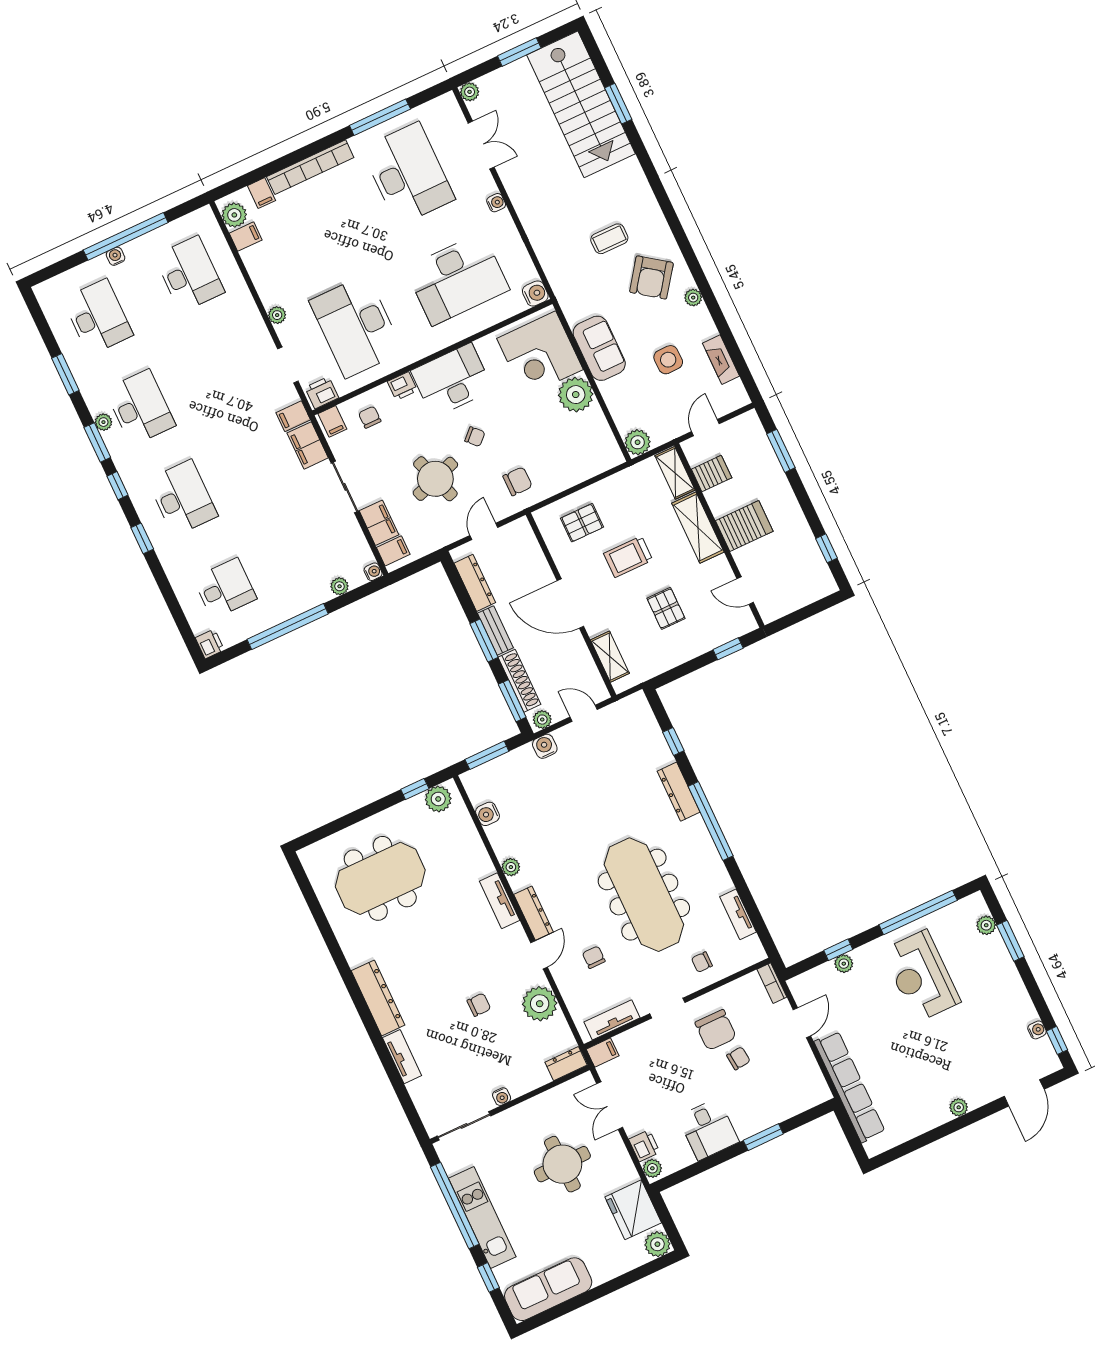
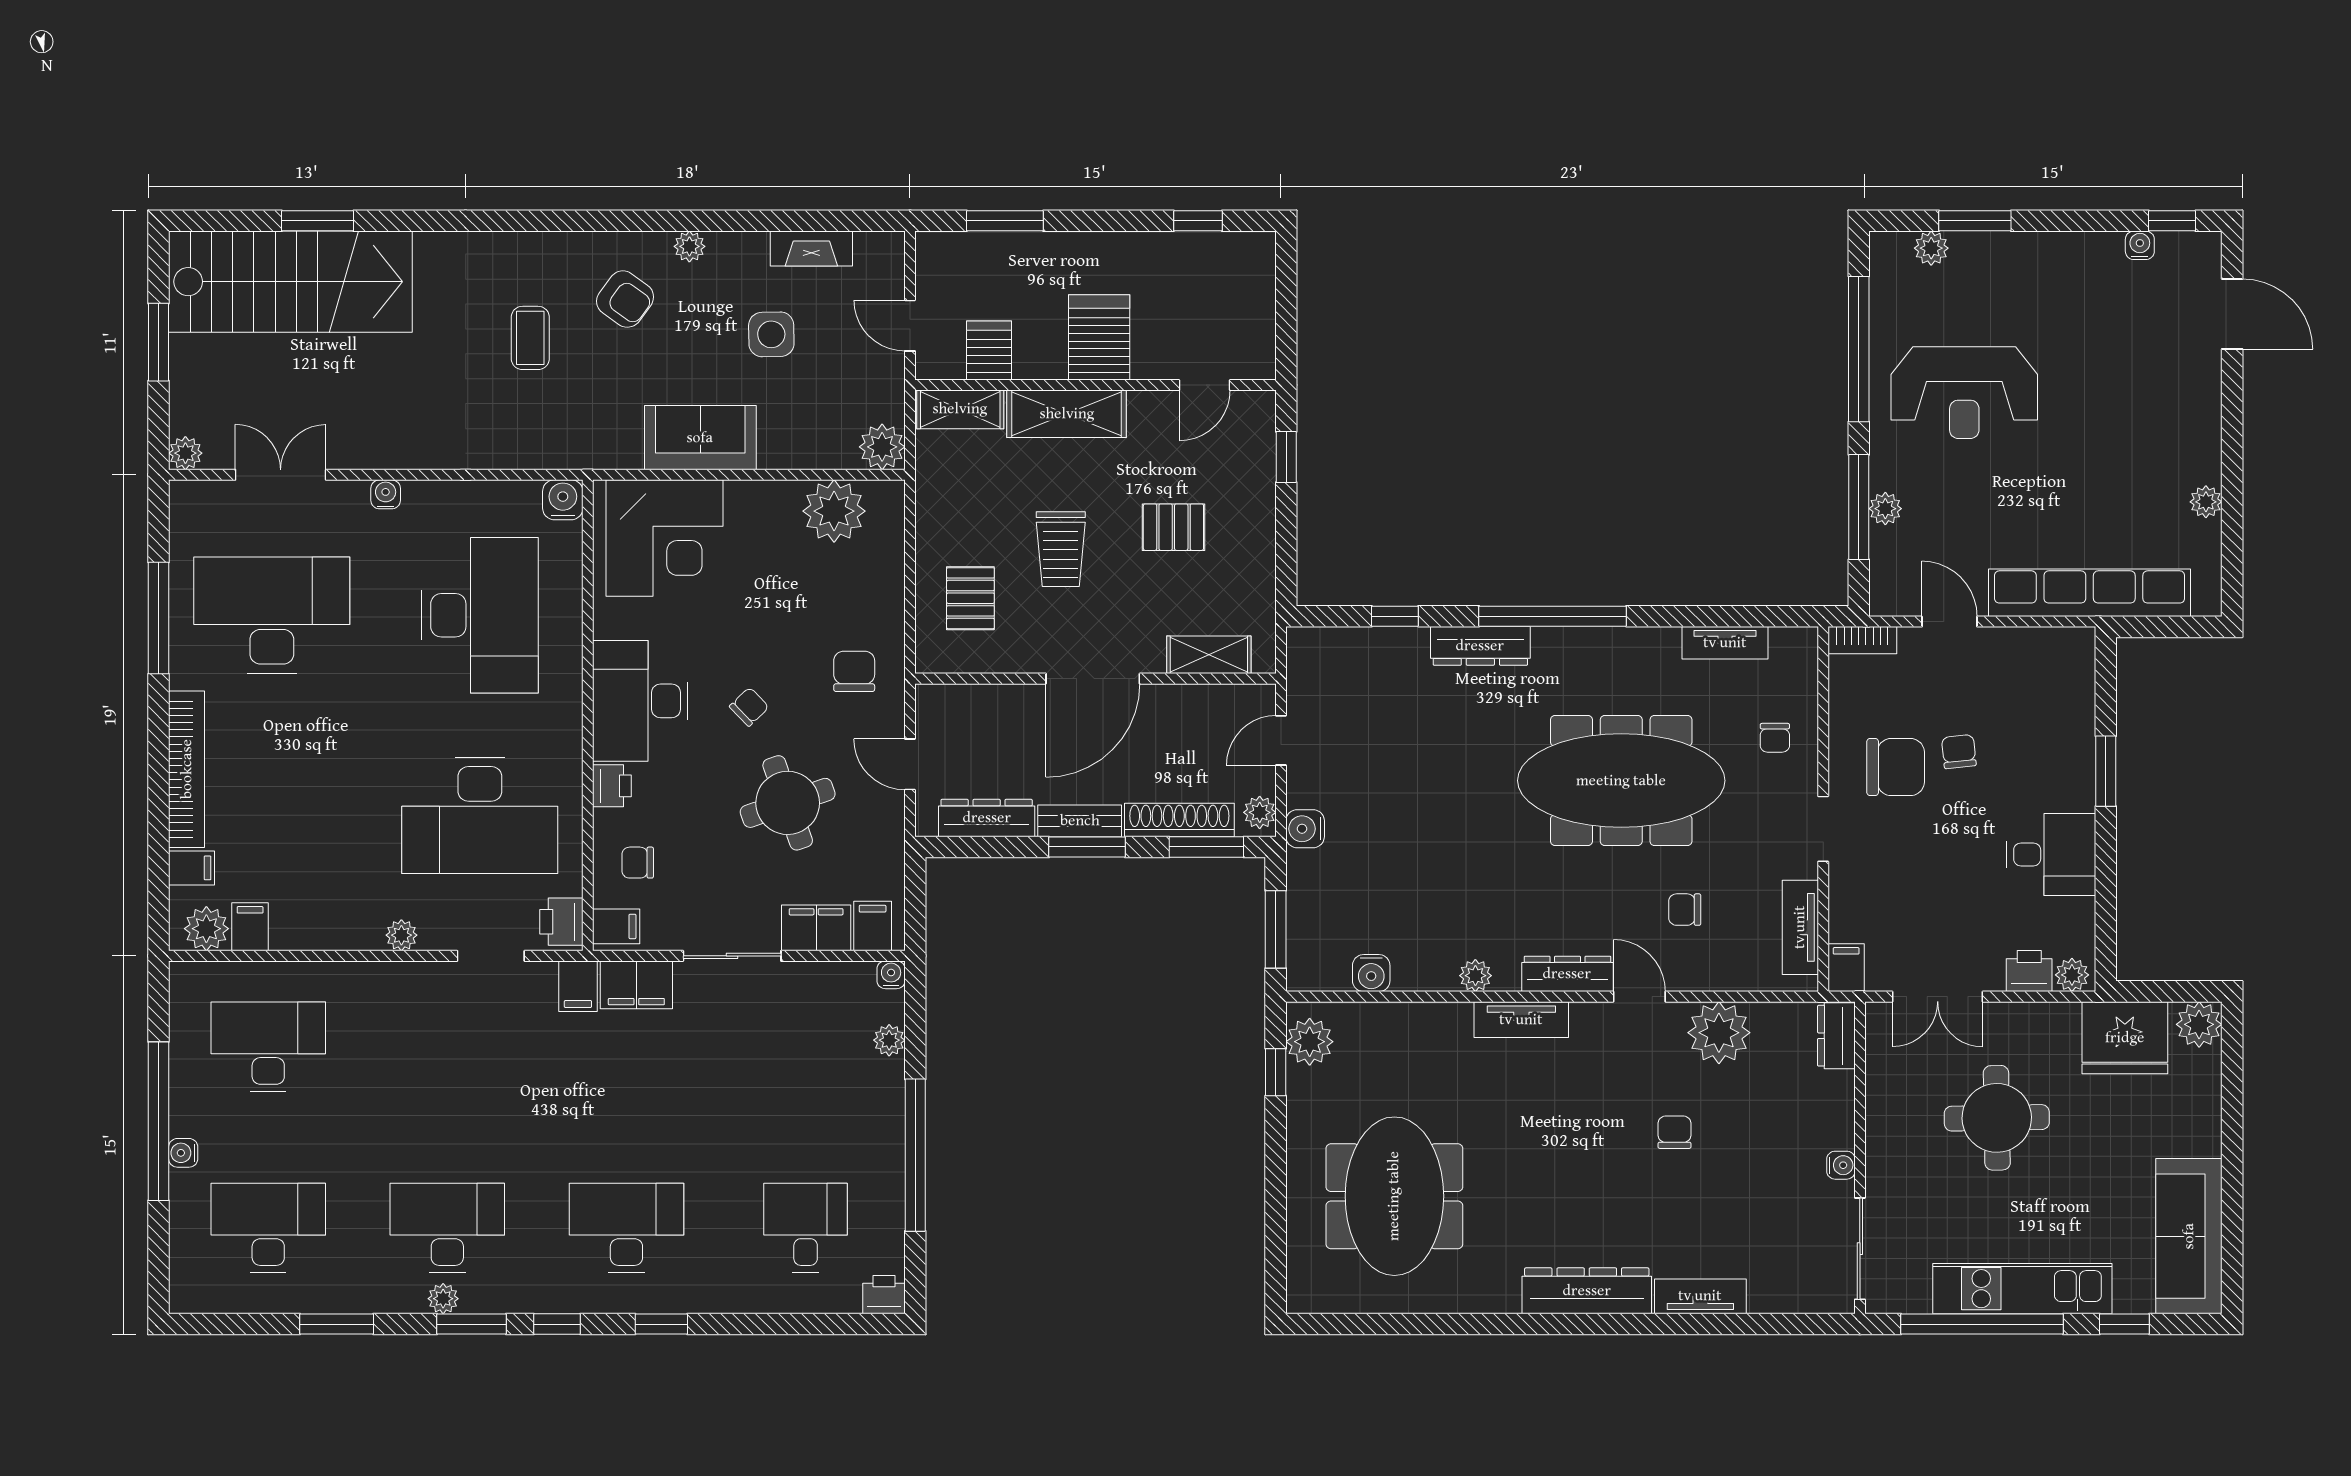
armchair: (651, 277) -> (625, 299), width x0.72, depth x0.72
plant: (576, 395) -> (834, 511), moved
window: (838, 950) -> (1859, 507), width x2.17
plant: (959, 1107) -> (2206, 502), moved

